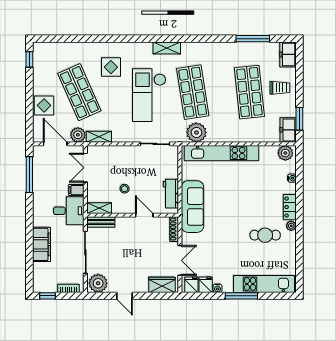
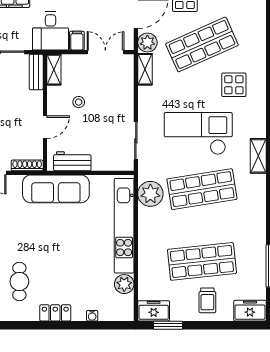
plant: (285, 153) -> (124, 284), moved
plant: (291, 226) -> (31, 315), removed

